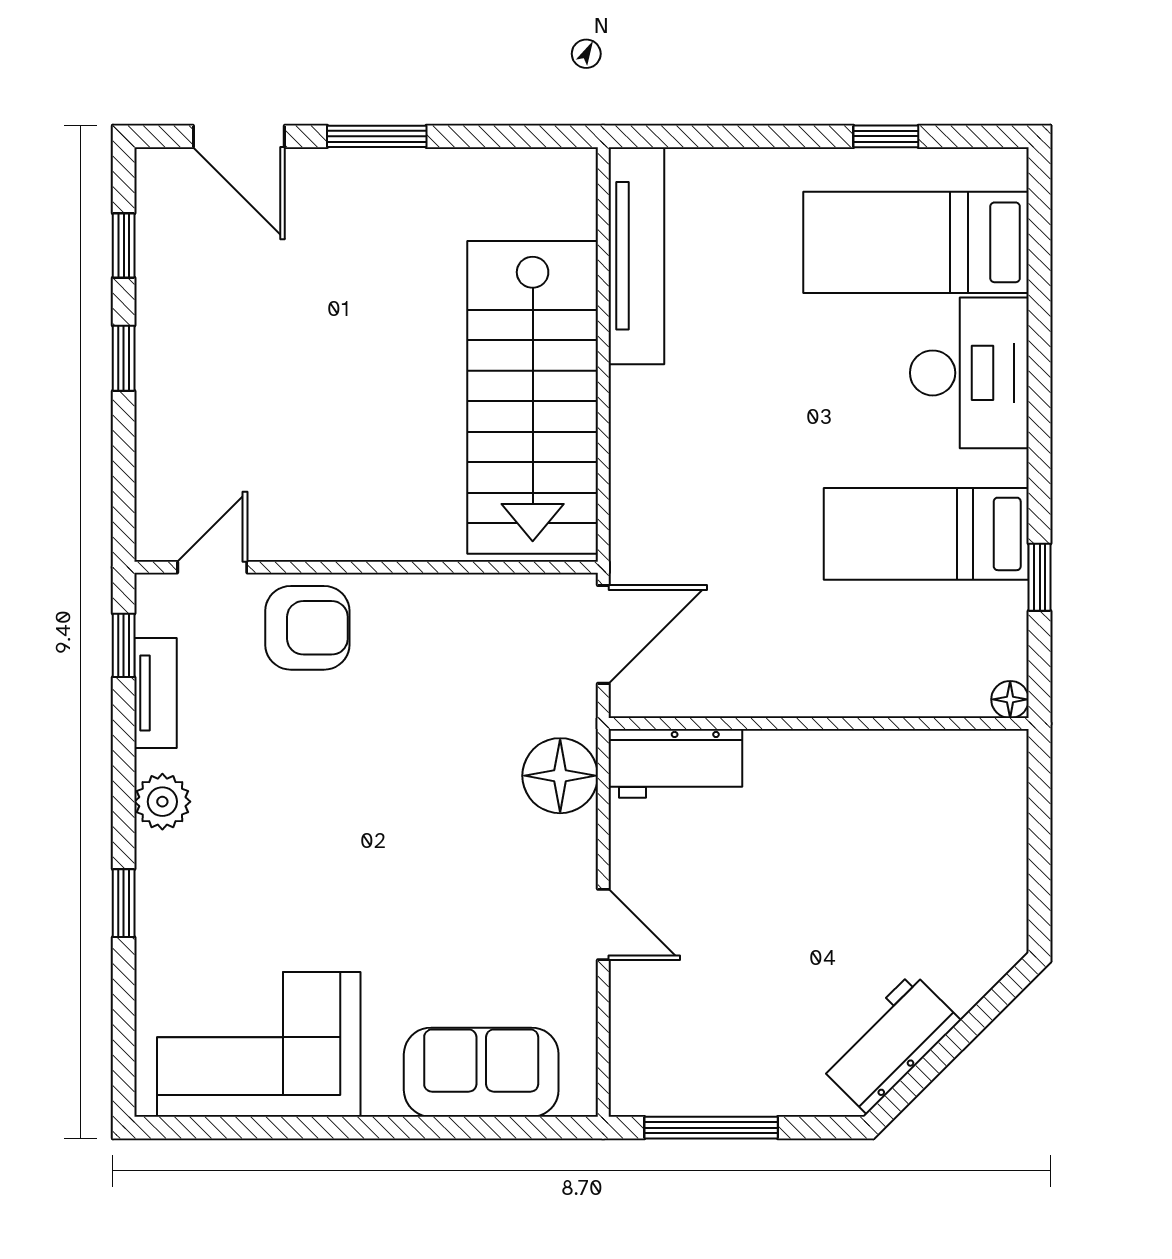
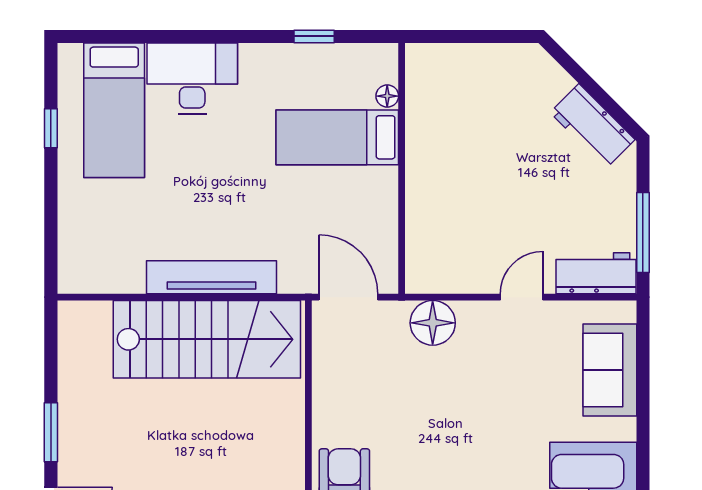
tv unit: (636, 256) -> (212, 277), moved
bed: (926, 534) -> (337, 137), moved, turned 90
floor lamp: (1010, 699) -> (387, 96), moved
workbench: (675, 763) -> (596, 273), moved, turned -90

